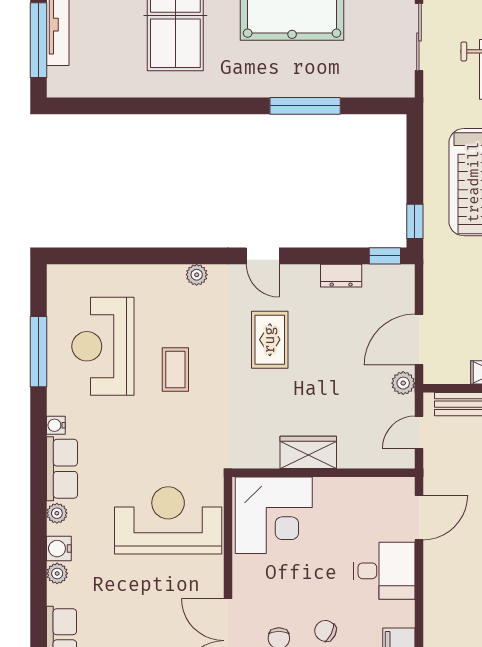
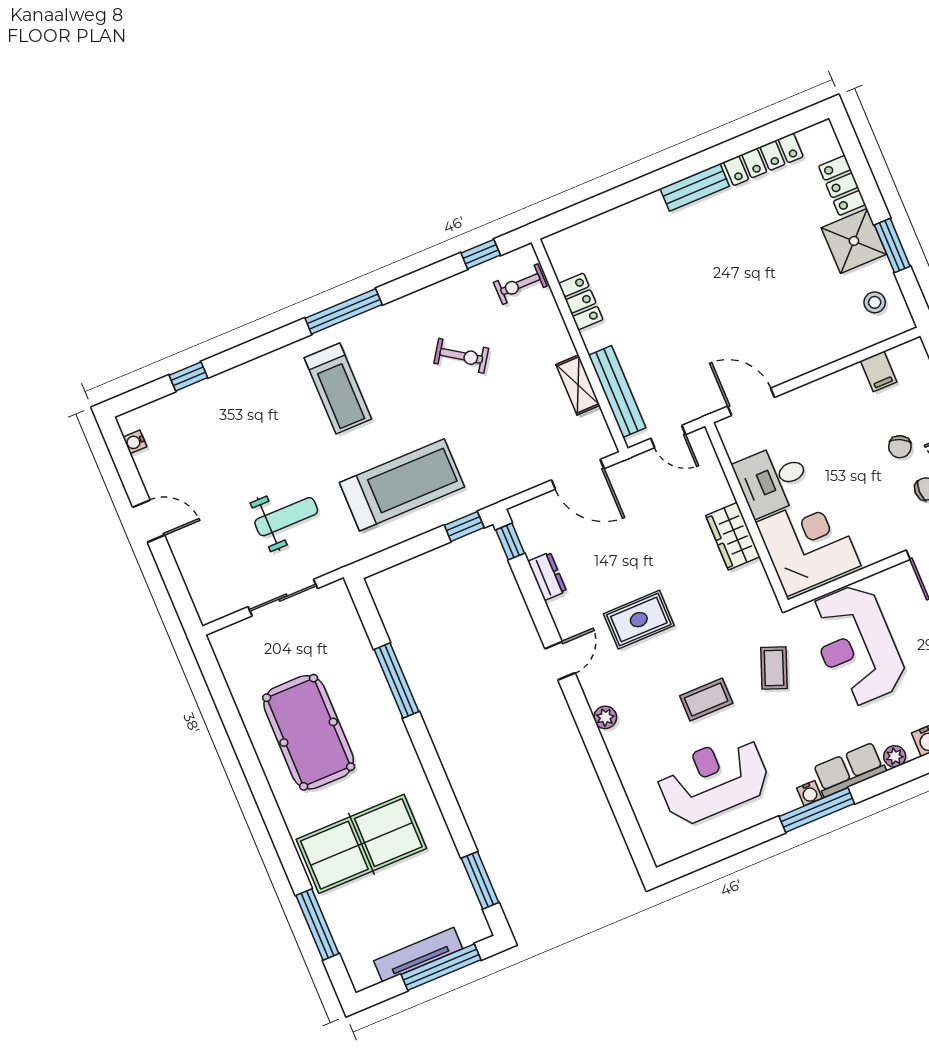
window: (100, 106) -> (480, 880), added
reception desk: (103, 346) -> (713, 780), turned 180
window: (38, 352) -> (817, 810), moved
plant: (403, 383) -> (627, 472), removed
coffee table: (178, 440) -> (774, 668), added
desk: (384, 571) -> (773, 480), moved, turned -90

